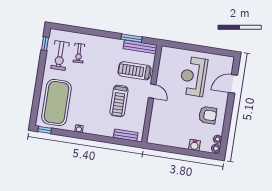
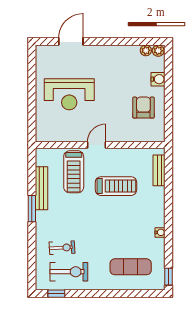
window: (131, 38) -> (32, 209), moved
bench: (140, 47) -> (41, 188), moved
door: (233, 84) -> (71, 41), swing flipped
exercise mat: (57, 103) -> (131, 267), width x0.50, depth x0.69
armchair: (208, 115) -> (143, 108), moved

